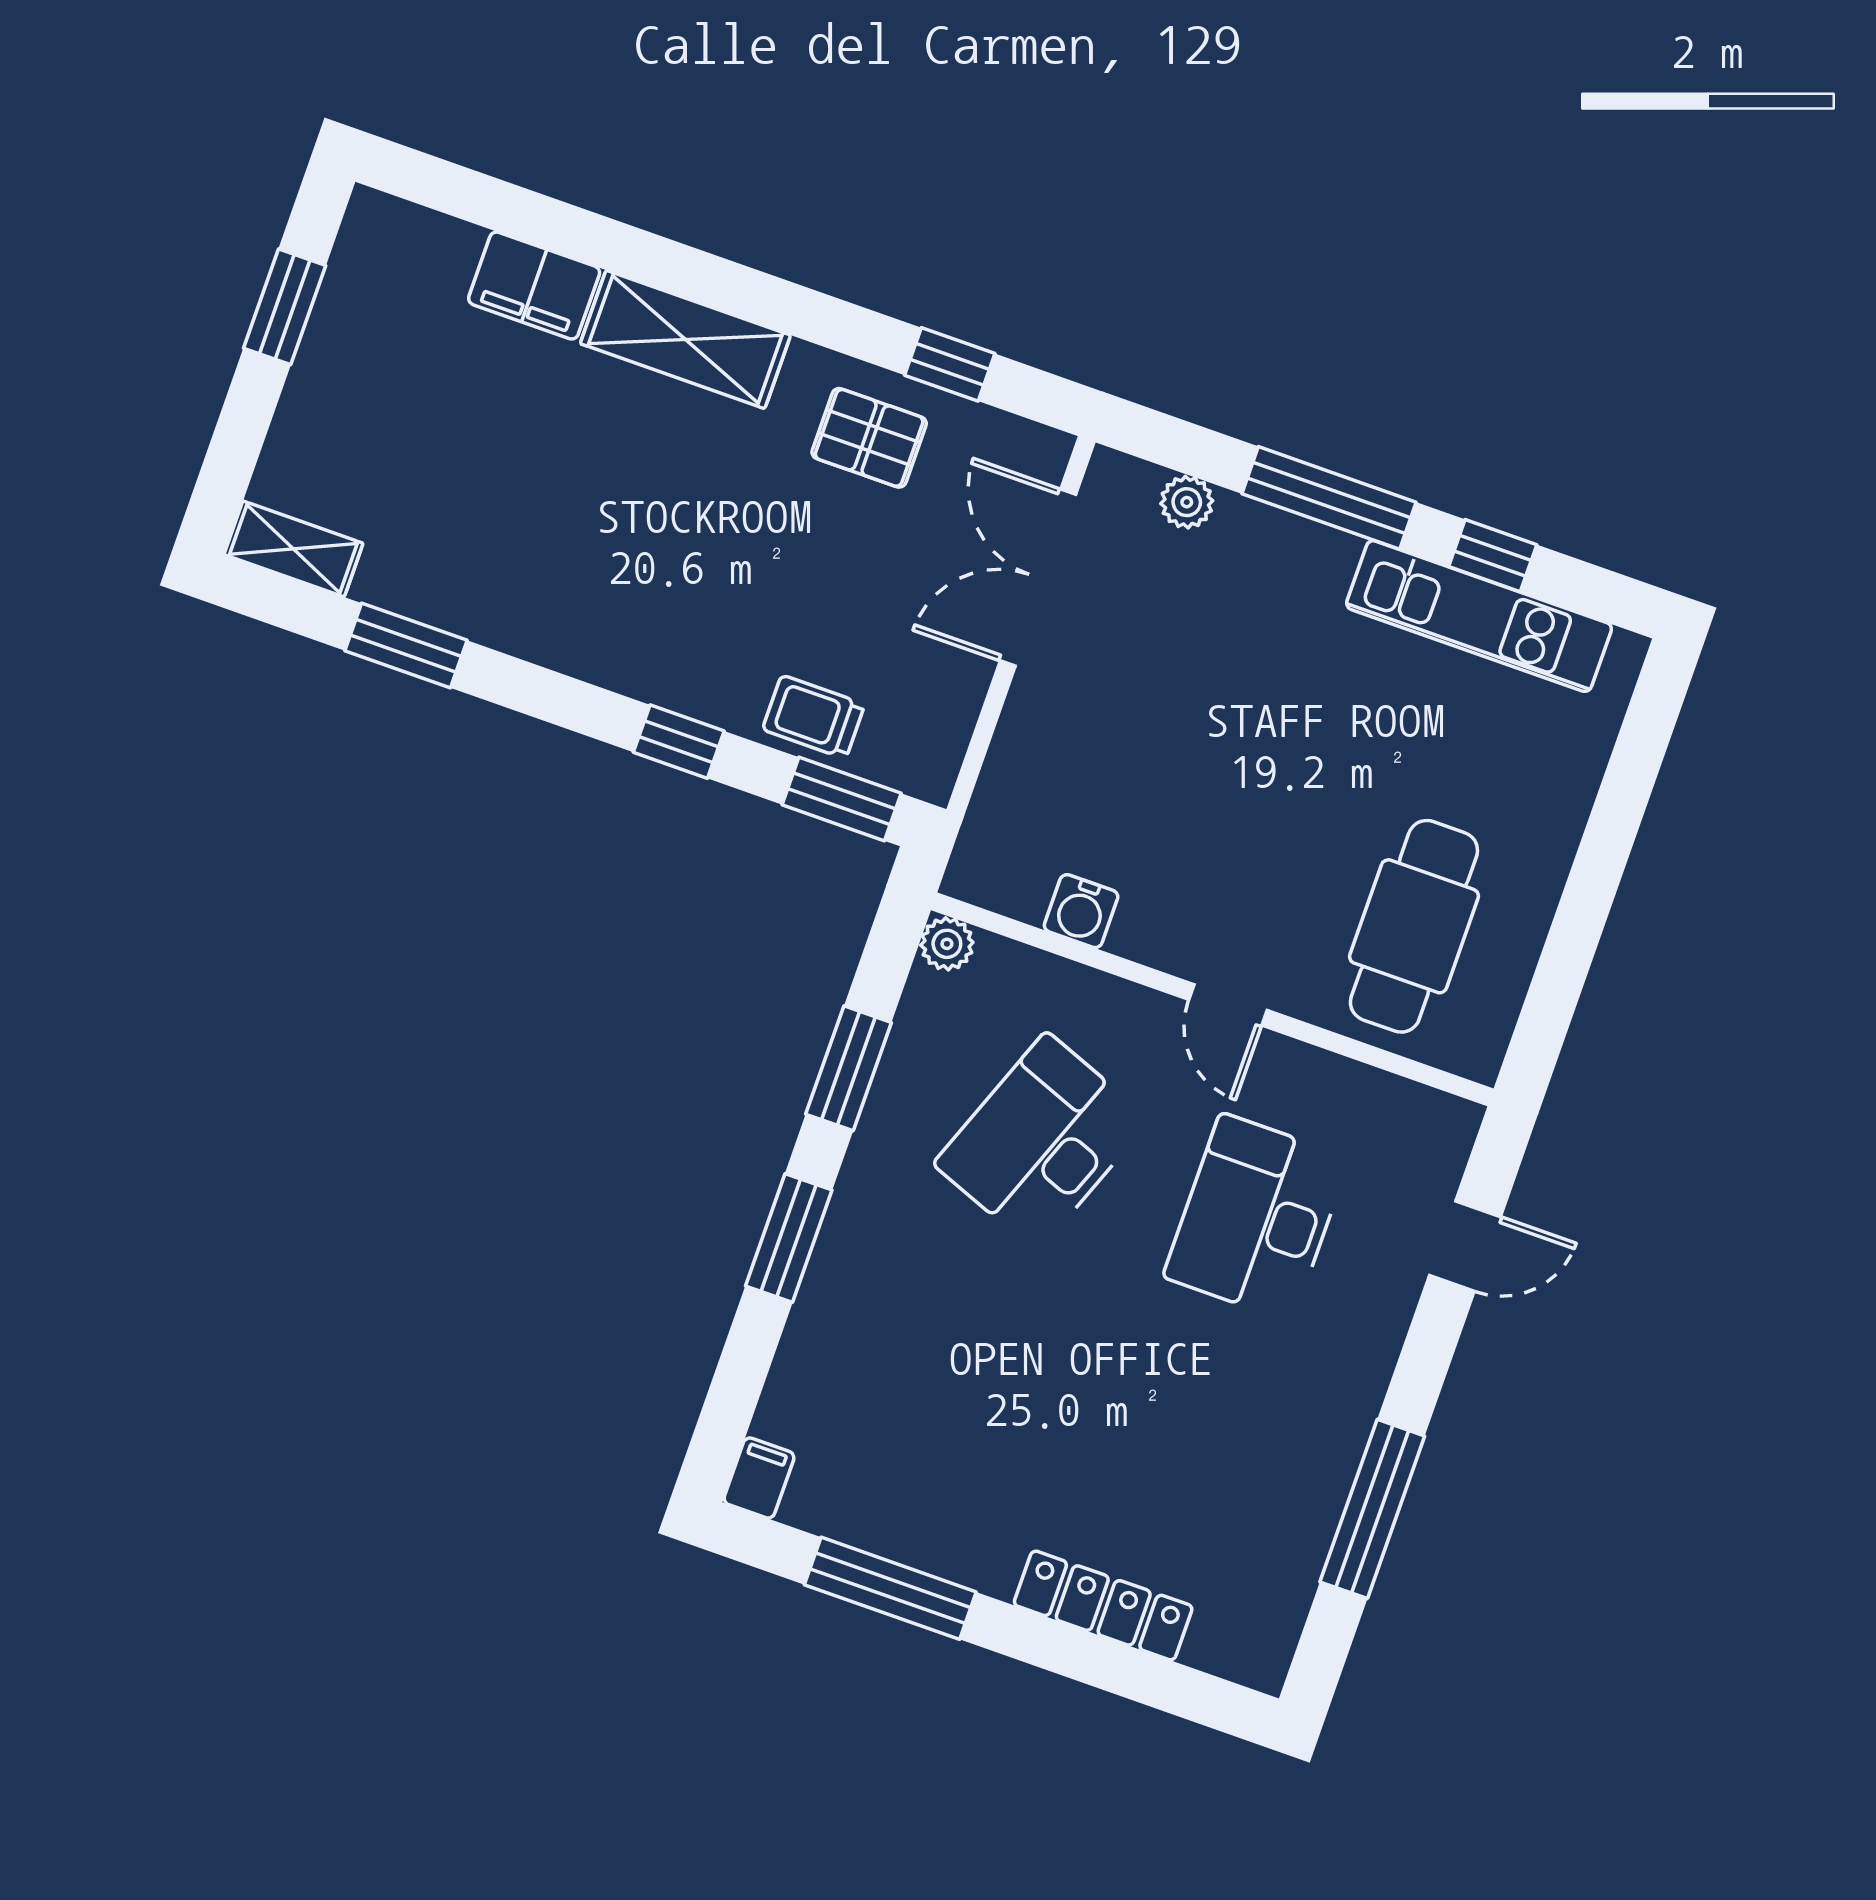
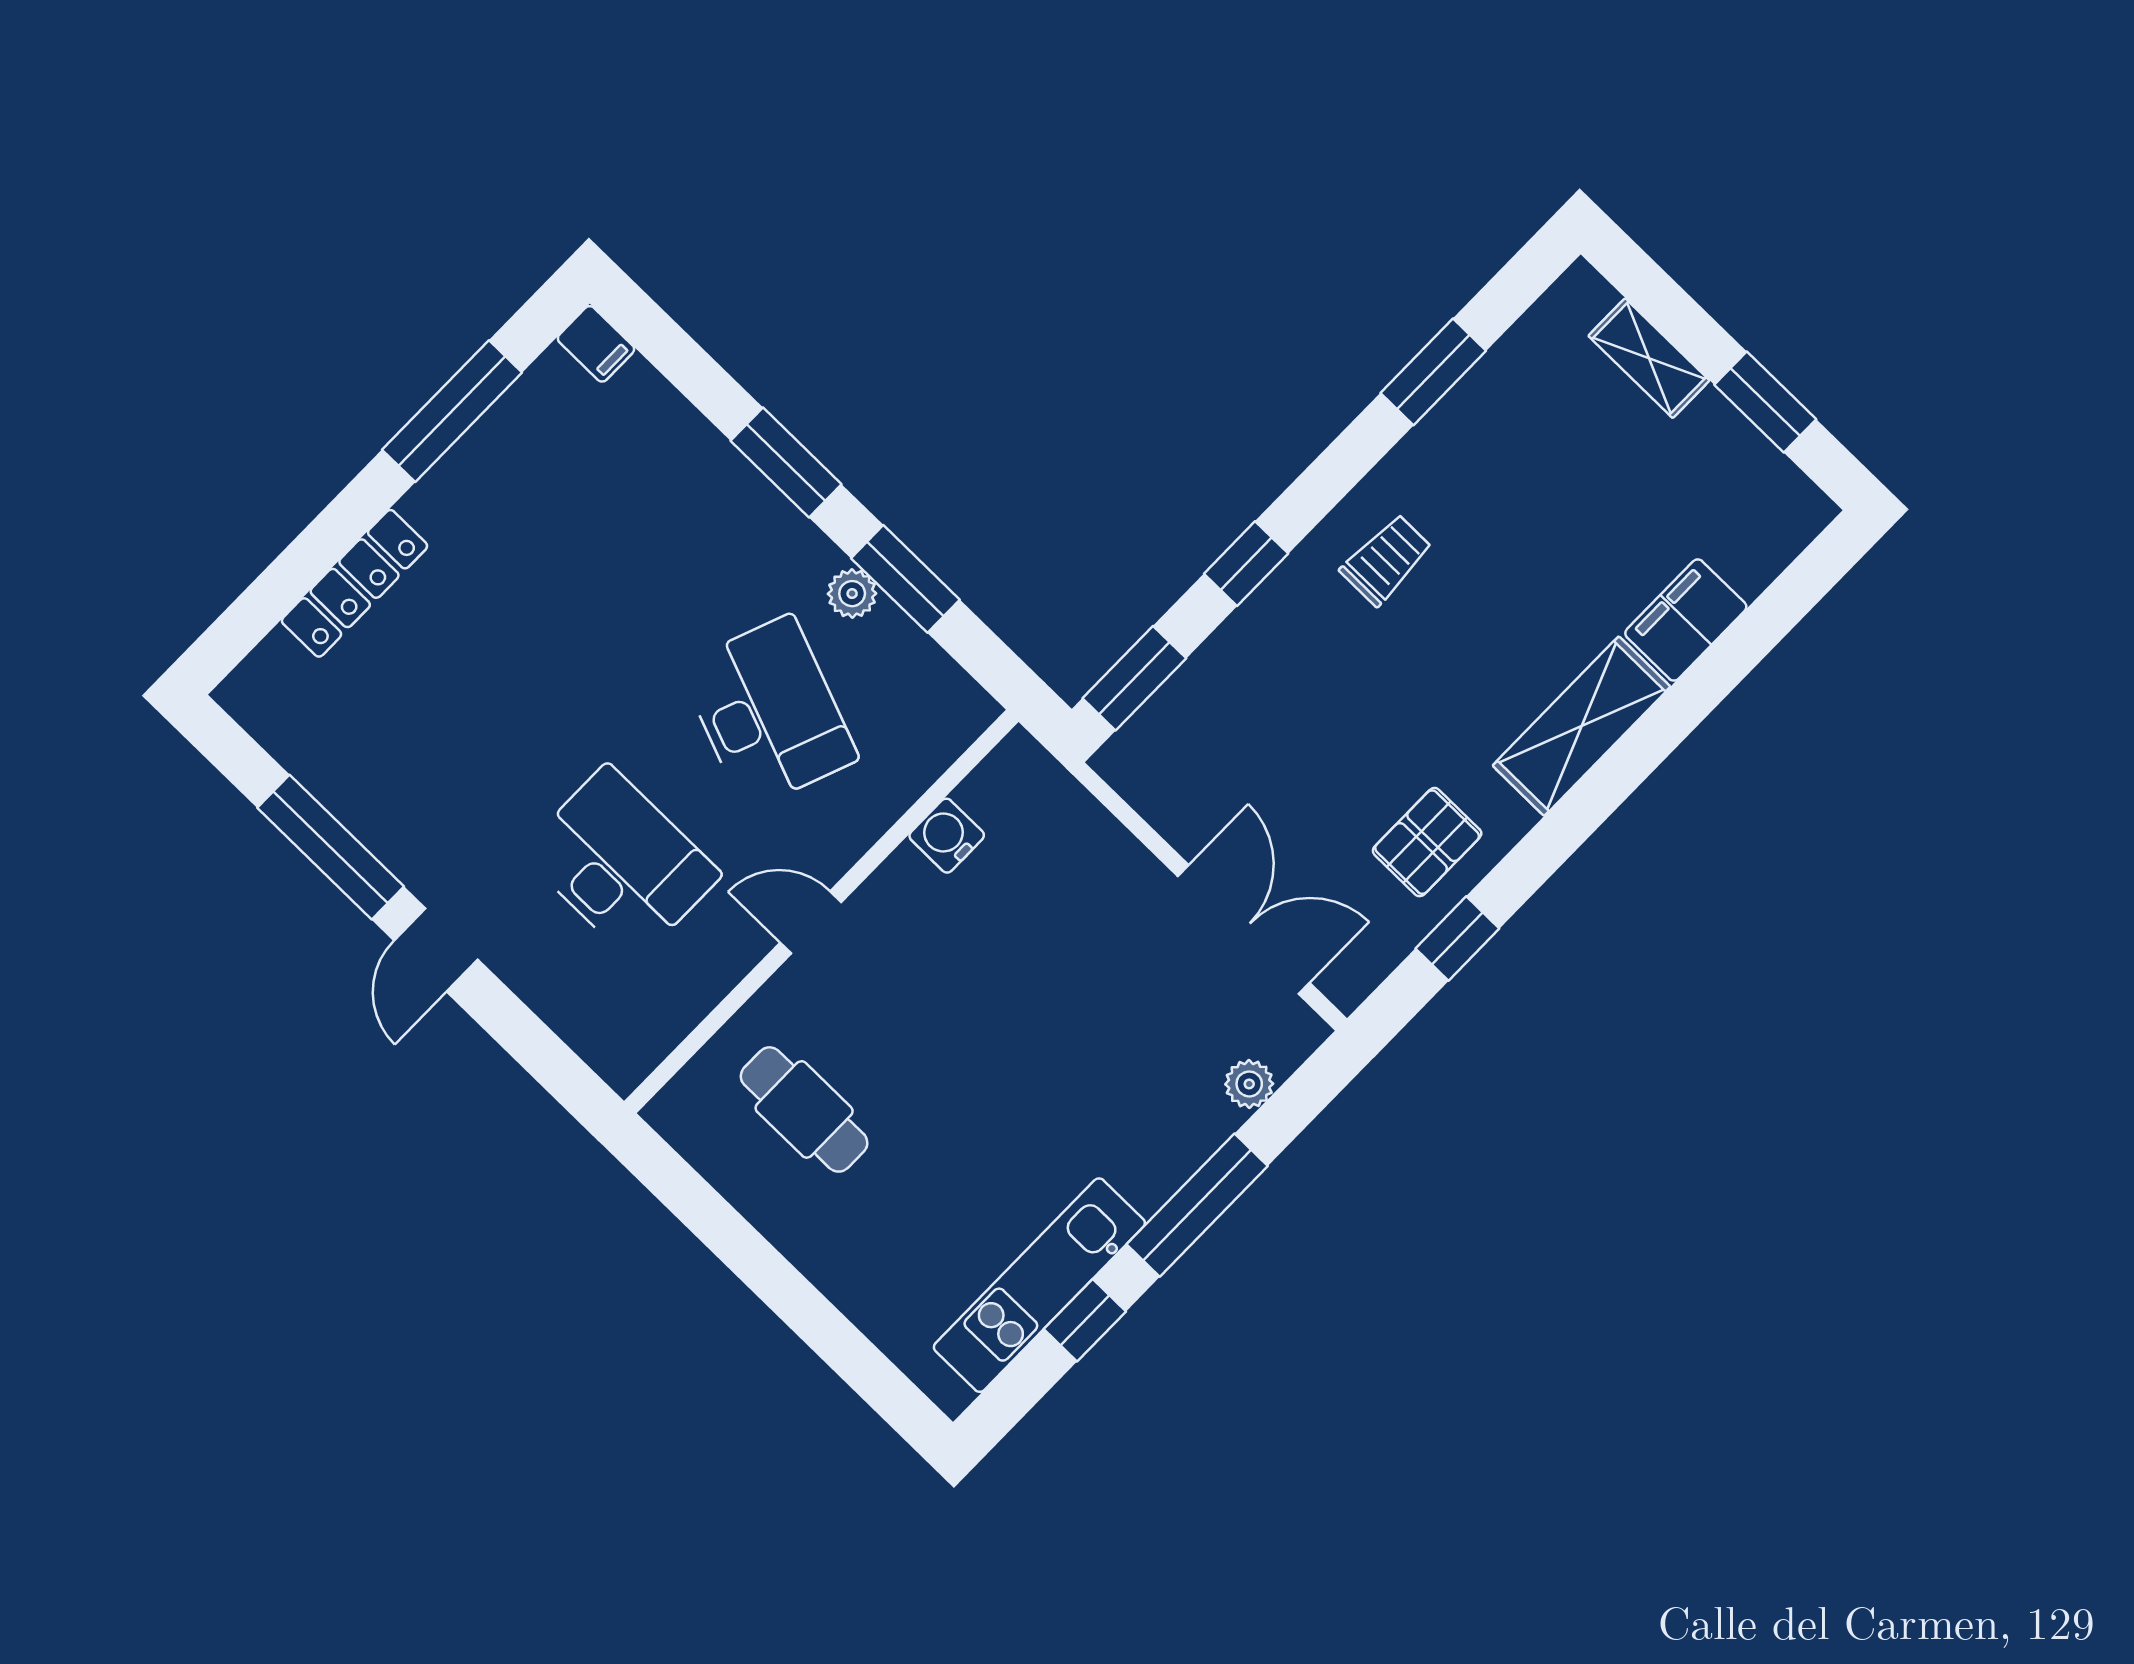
shelving: (293, 549) -> (1649, 358), moved, turned 90
trolley: (814, 717) -> (1386, 560), moved
cafe table: (1414, 926) -> (804, 1109), width x0.73, depth x0.74
plant: (947, 944) -> (852, 594), moved
door: (1465, 1246) -> (436, 950), moved

